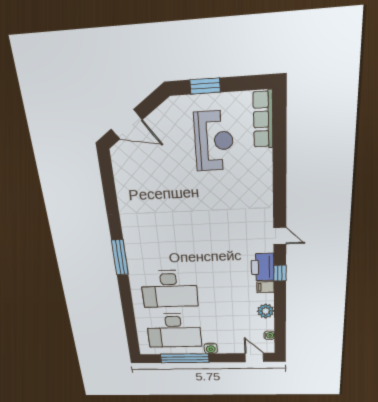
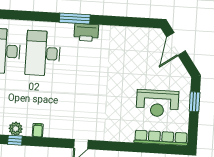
row of seats: (263, 119) -> (161, 138), width x1.36
printer: (263, 267) -> (86, 32), moved, turned 180
window: (280, 273) -> (15, 140), moved

